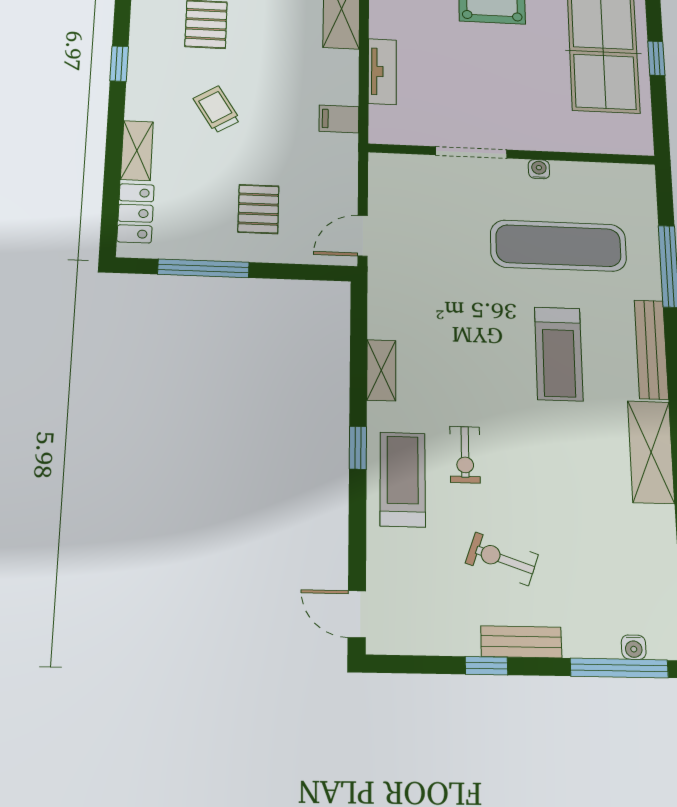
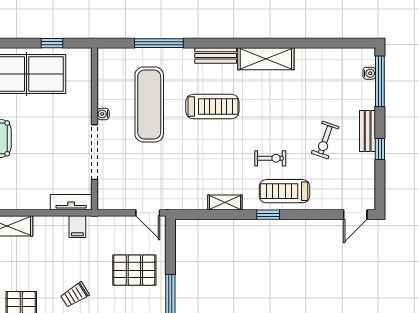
window: (656, 58) -> (52, 43), moved
tv unit: (382, 72) -> (71, 202), moved
doorway: (471, 152) -> (95, 152), width x1.36
pallet: (258, 209) -> (134, 270), width x1.50, depth x1.42
bench: (651, 349) -> (216, 55), width x0.73

